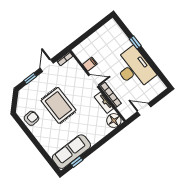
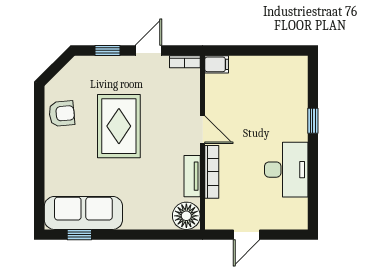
filing cabinet: (90, 64) -> (217, 64), moved
desk: (134, 69) -> (286, 170), width x0.73, depth x0.77
door: (144, 109) -> (247, 235), swing flipped

